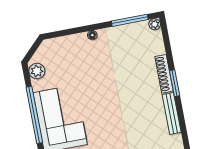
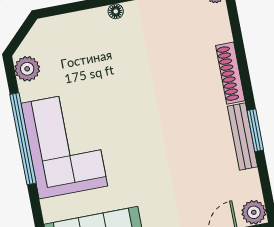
window: (175, 83) -> (255, 130), moved

